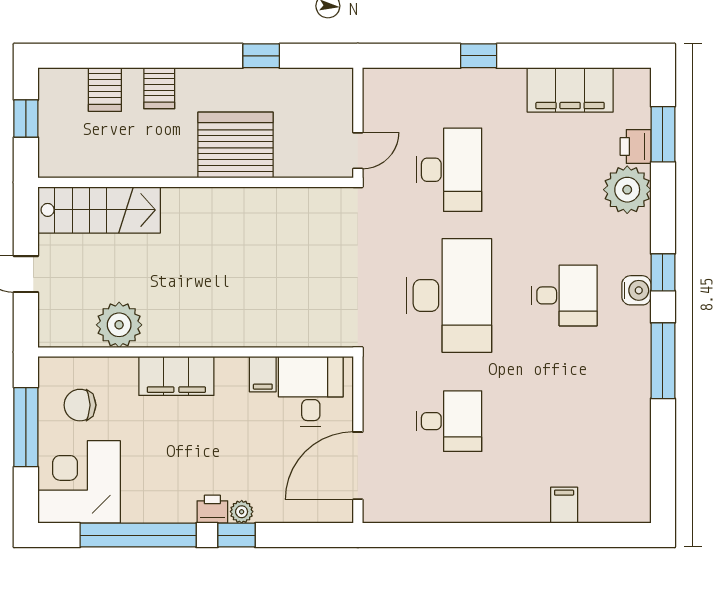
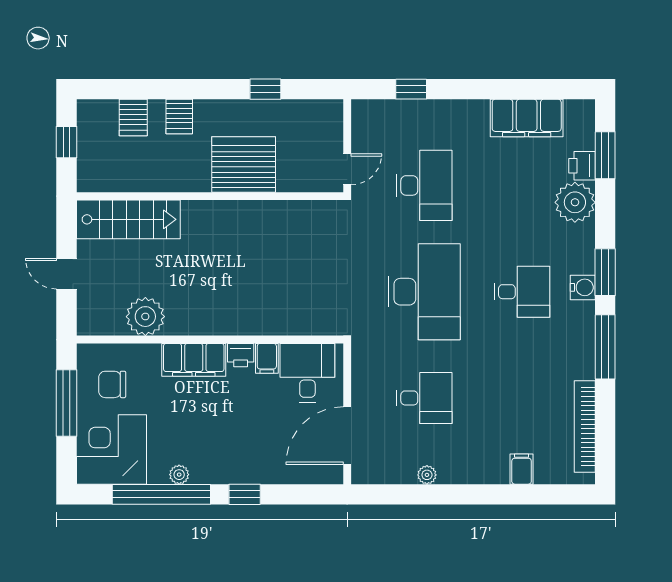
window: (479, 56) -> (411, 89), moved
window: (663, 272) -> (605, 272), width x1.50
bookcase: (639, 455) -> (585, 427), added
printer: (212, 509) -> (241, 355), moved, turned 180
plant: (242, 512) -> (179, 475), moved
plant: (452, 512) -> (427, 475), added

